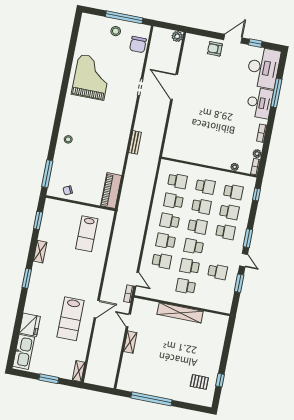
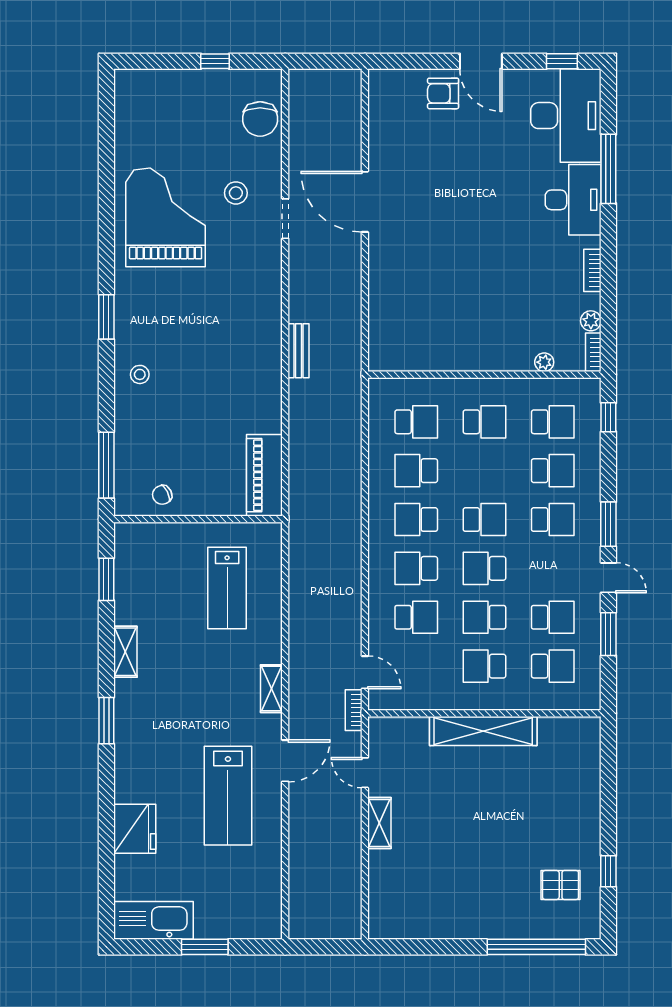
window: (124, 17) -> (215, 61), width x0.32
stool: (116, 31) -> (236, 193), moved
plant: (177, 36) -> (349, 82), removed
door: (233, 39) -> (481, 61), swing flipped
window: (255, 43) -> (562, 61), moved
window: (59, 113) -> (106, 317), added
school desk: (201, 206) -> (553, 666), moved
kitchen sink: (24, 352) -> (153, 920), moved, turned -90
shelving: (79, 371) -> (271, 689), moved
window: (151, 399) -> (536, 947), moved

